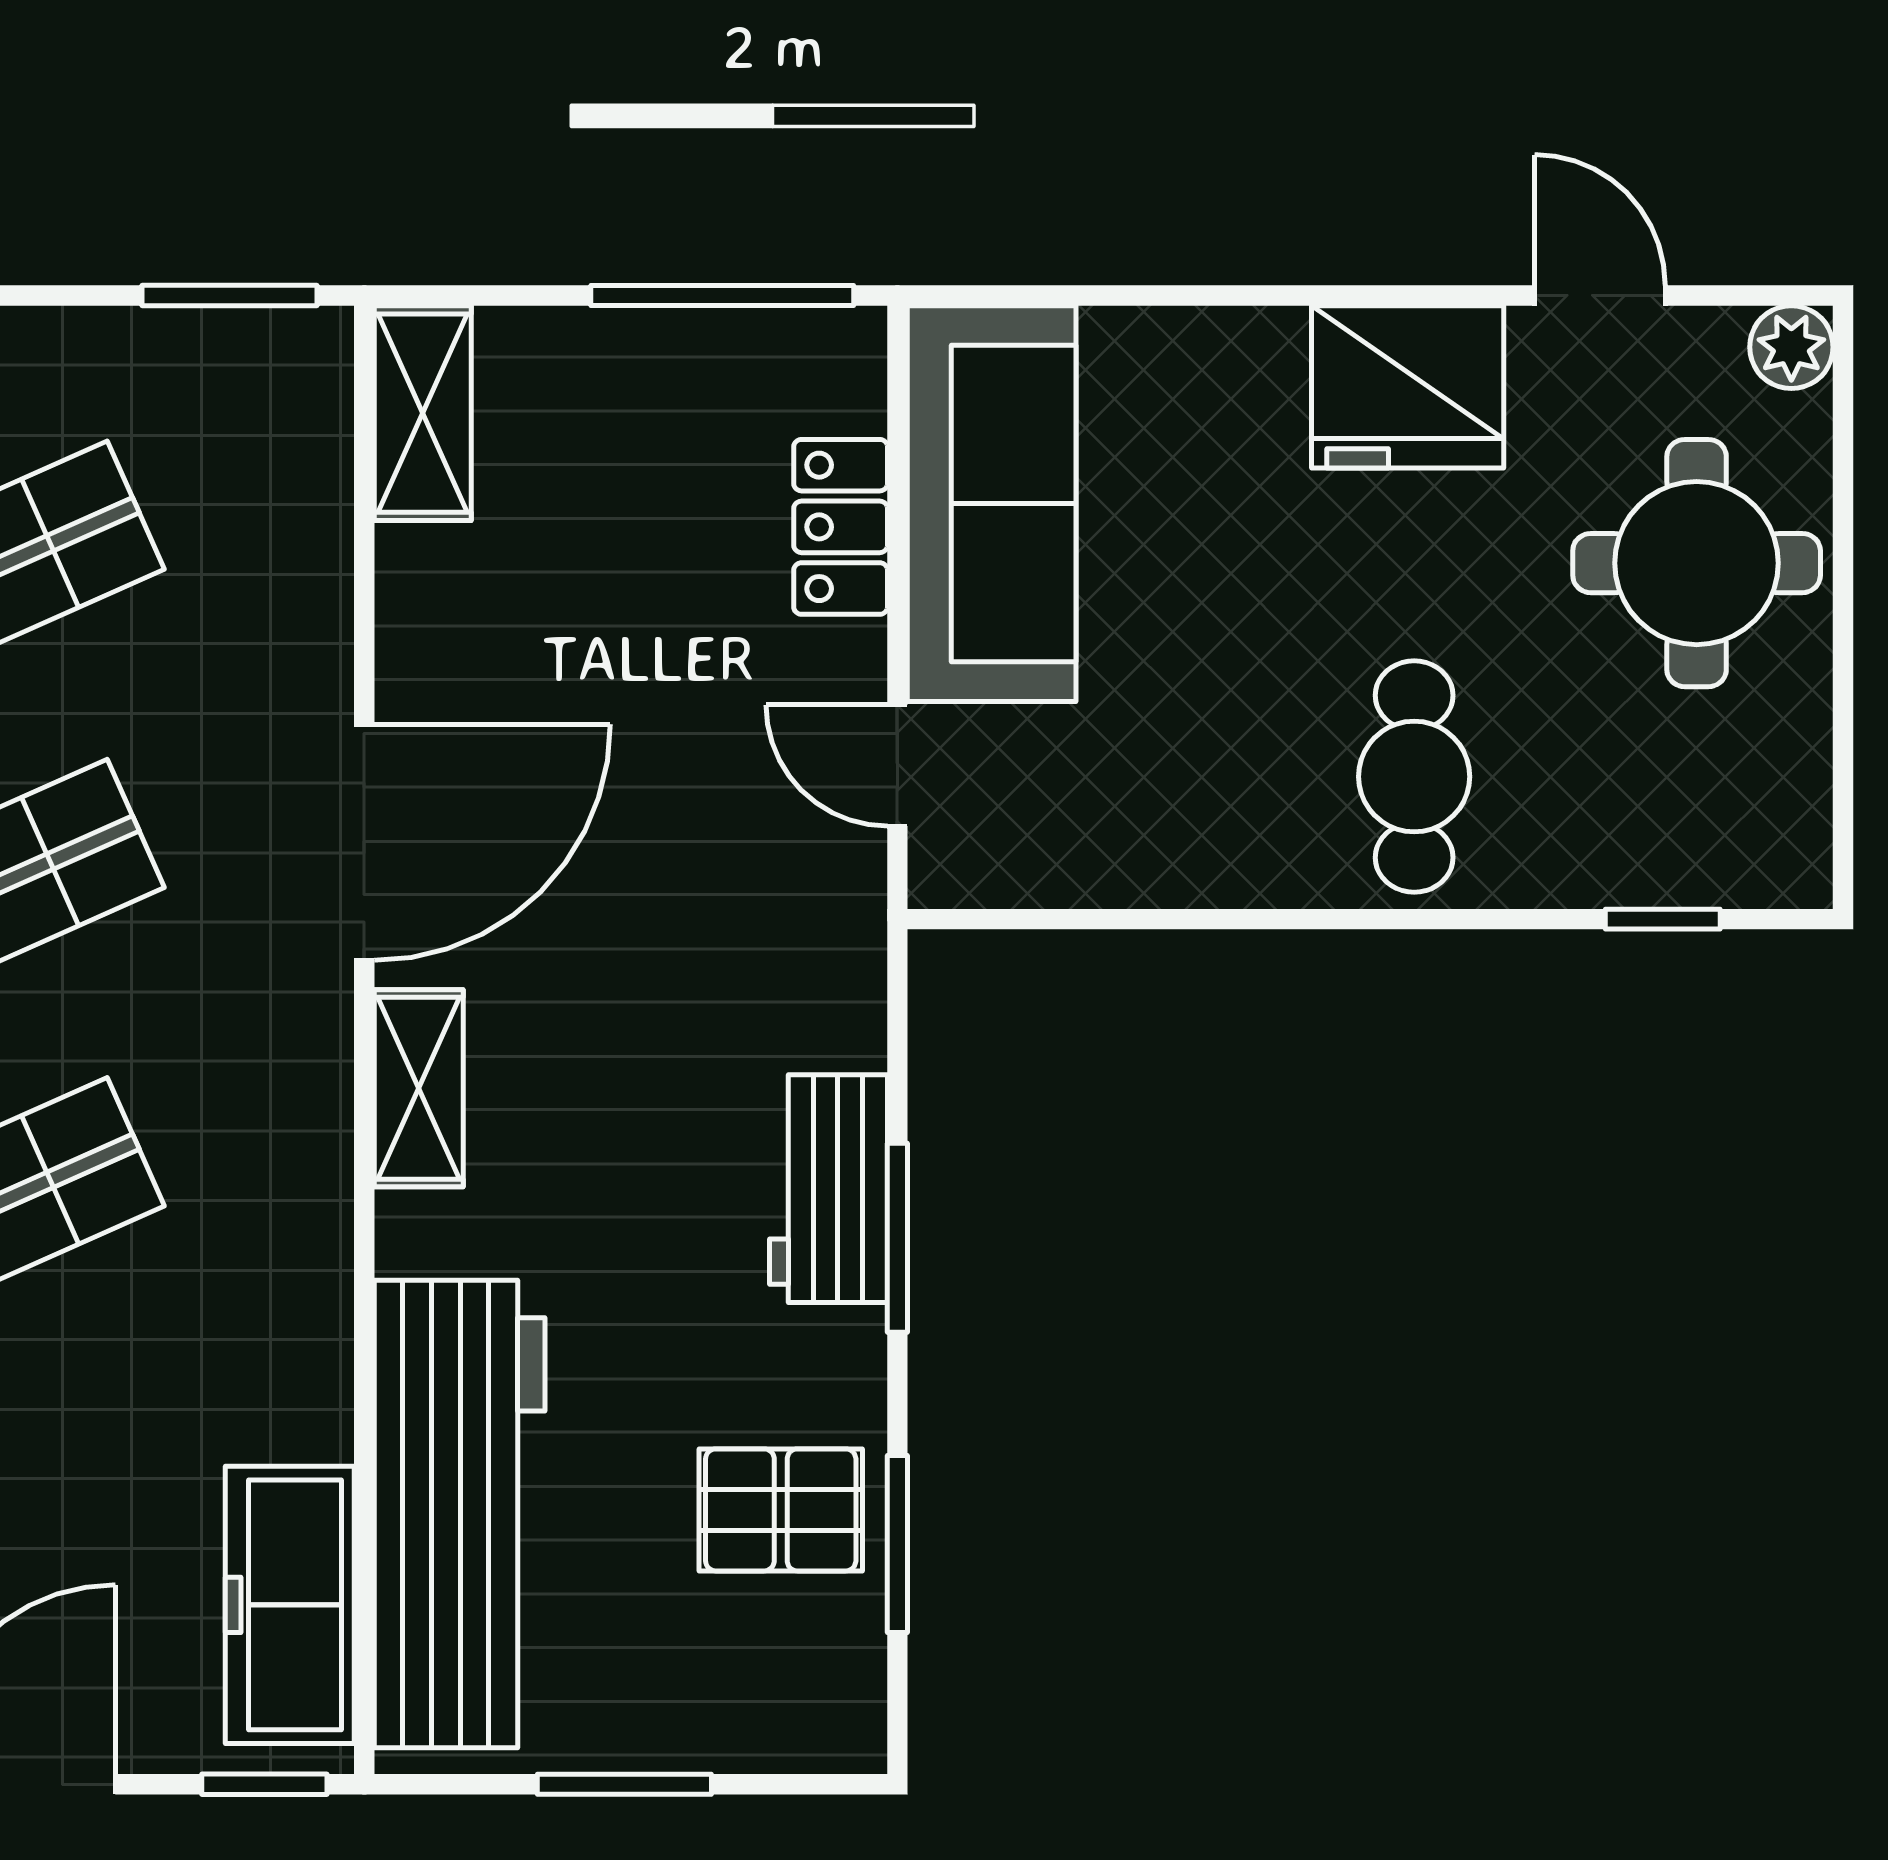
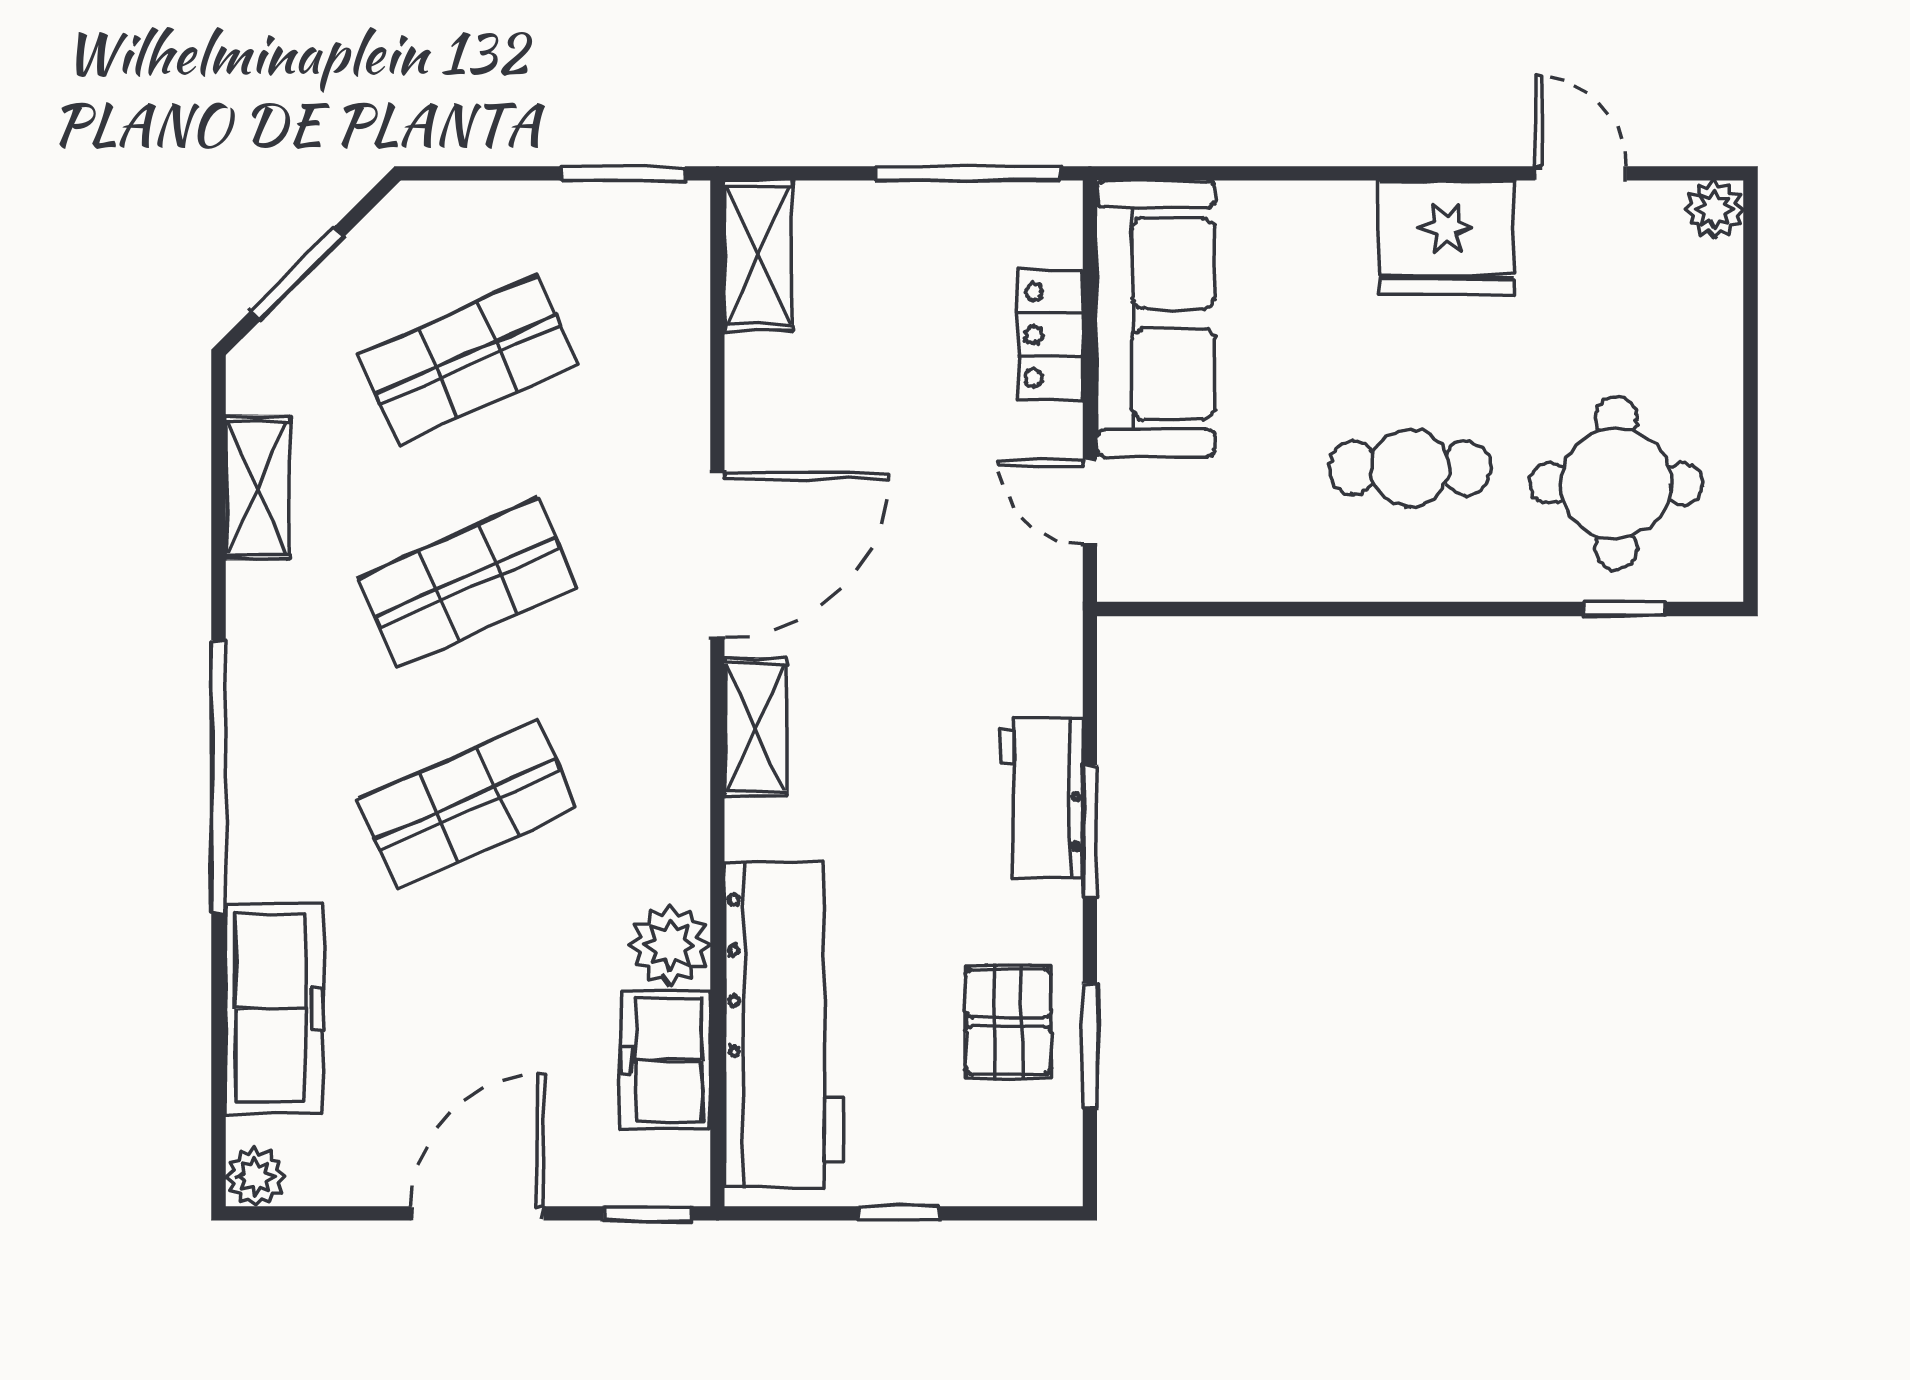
round table: (1697, 563) -> (1616, 483), moved
cafe table: (1414, 777) -> (1410, 468), moved, turned 90
plant: (296, 1400) -> (670, 945), added
pallet: (781, 1510) -> (1008, 1022), turned 90
freezer: (290, 1605) -> (665, 1060), width x0.71
window: (624, 1784) -> (899, 1213), width x0.67

